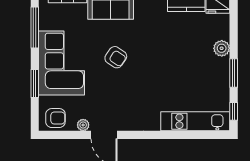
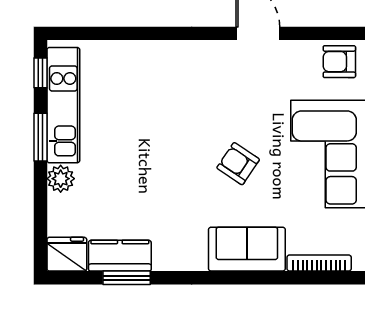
kitchen unit: (195, 121) -> (63, 105), moved, turned -90
plant: (83, 125) -> (293, 50), removed

